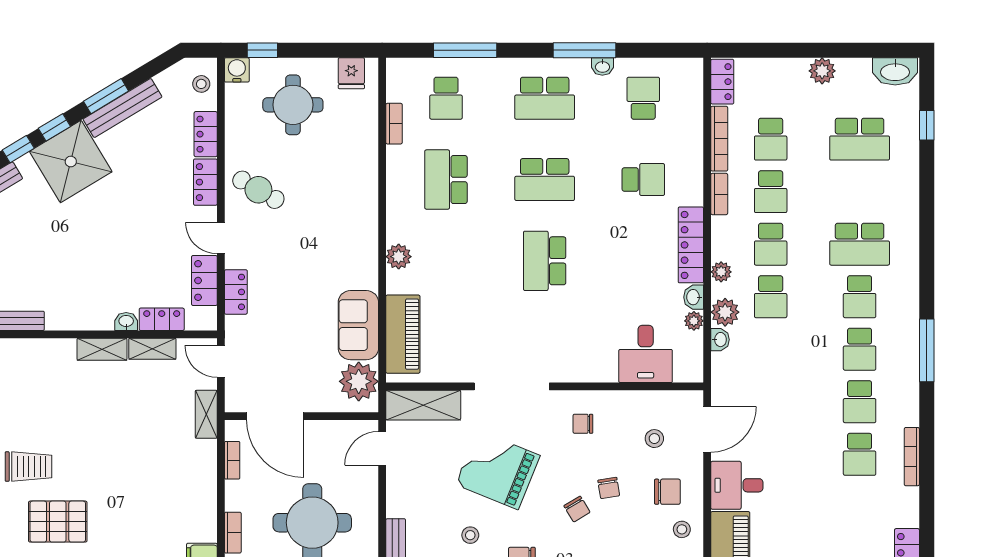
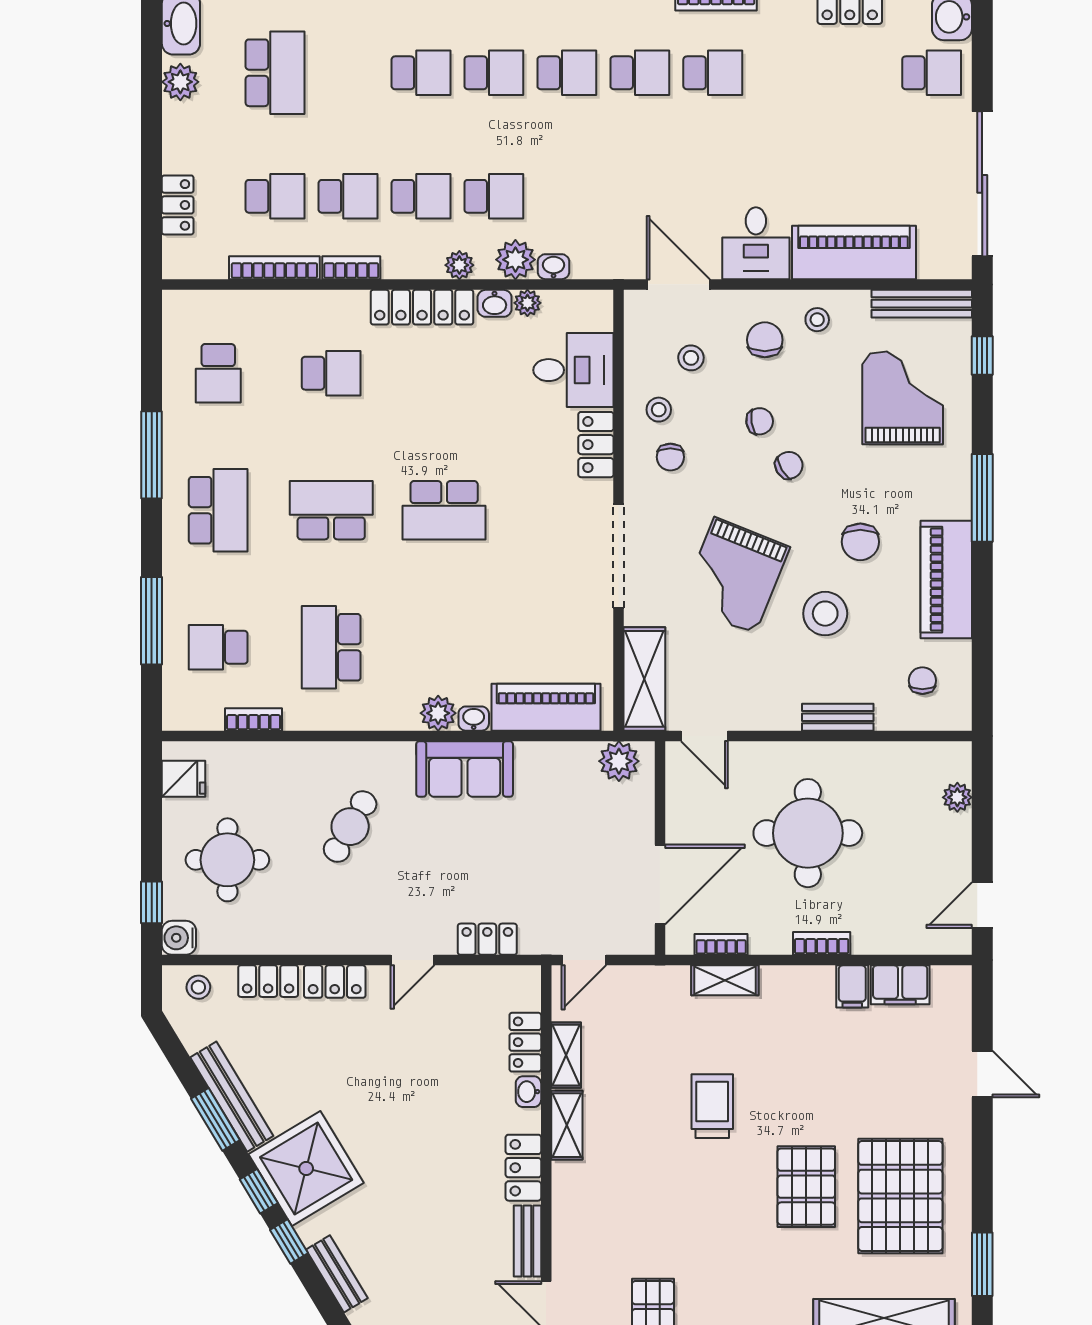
washbasin: (602, 66) -> (474, 719), moved, turned -90
plant: (822, 71) -> (180, 82), moved
locker: (722, 82) -> (178, 205), moved, turned 90
school desk: (446, 98) -> (218, 647), turned 180
school desk: (643, 98) -> (218, 373), turned -90
school desk: (446, 180) -> (331, 647), turned 90
school desk: (545, 180) -> (331, 510), turned -90
school desk: (643, 180) -> (331, 373), turned 90
cafe table: (258, 190) -> (350, 827), moved
school desk: (860, 244) -> (421, 73), width x0.54
locker: (204, 281) -> (523, 1168), moved, turned 90
sofa: (358, 325) -> (465, 769), moved
locker: (592, 370) -> (596, 445), added
plant: (359, 381) -> (619, 761), width x0.73, depth x0.73
shelving: (206, 414) -> (725, 980), moved
stool: (617, 415) -> (659, 410), added
trolley: (28, 467) -> (712, 1106), moved
stool: (470, 535) -> (825, 614), width x1.89, depth x1.89

